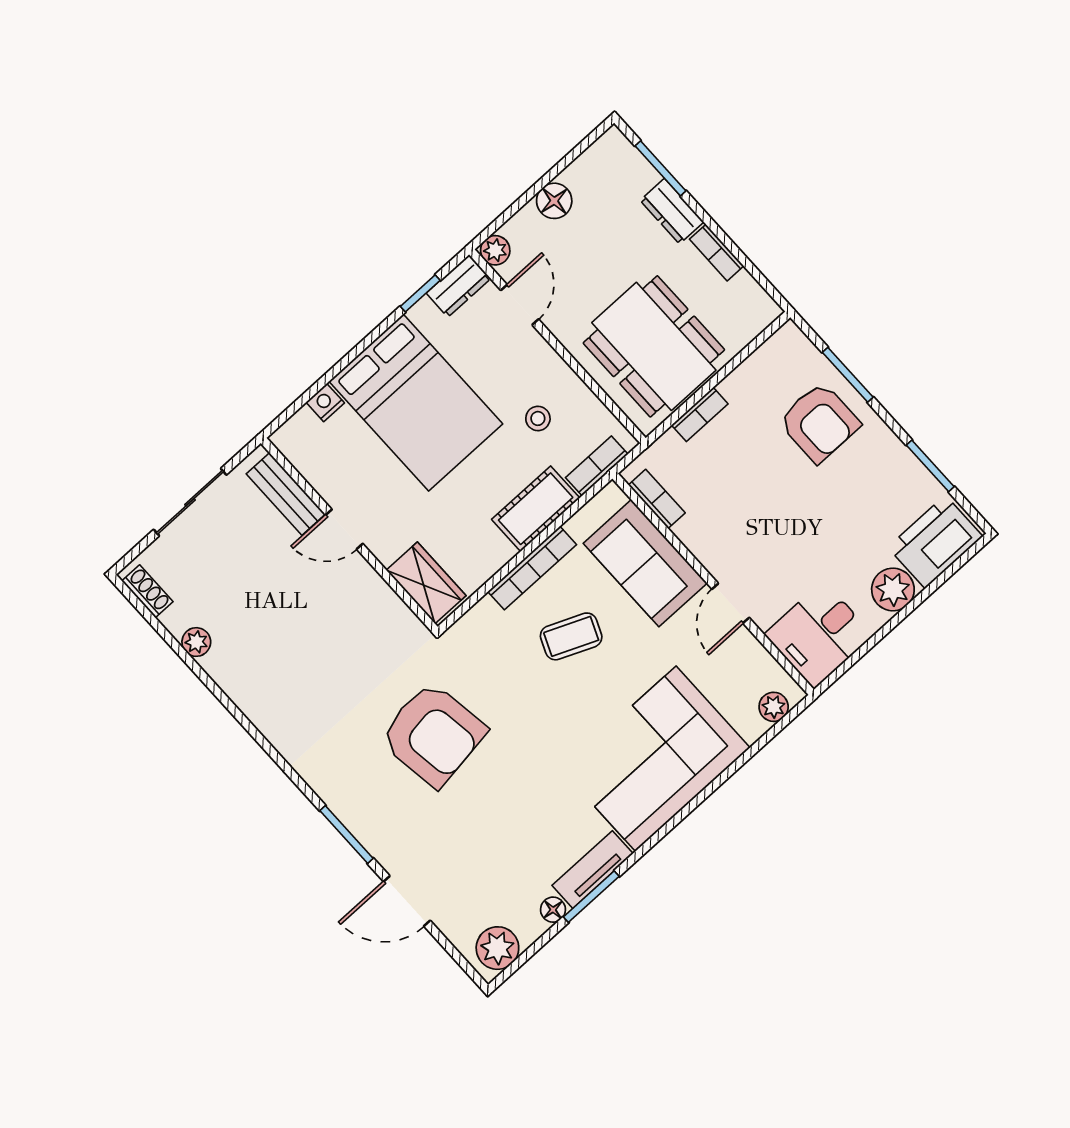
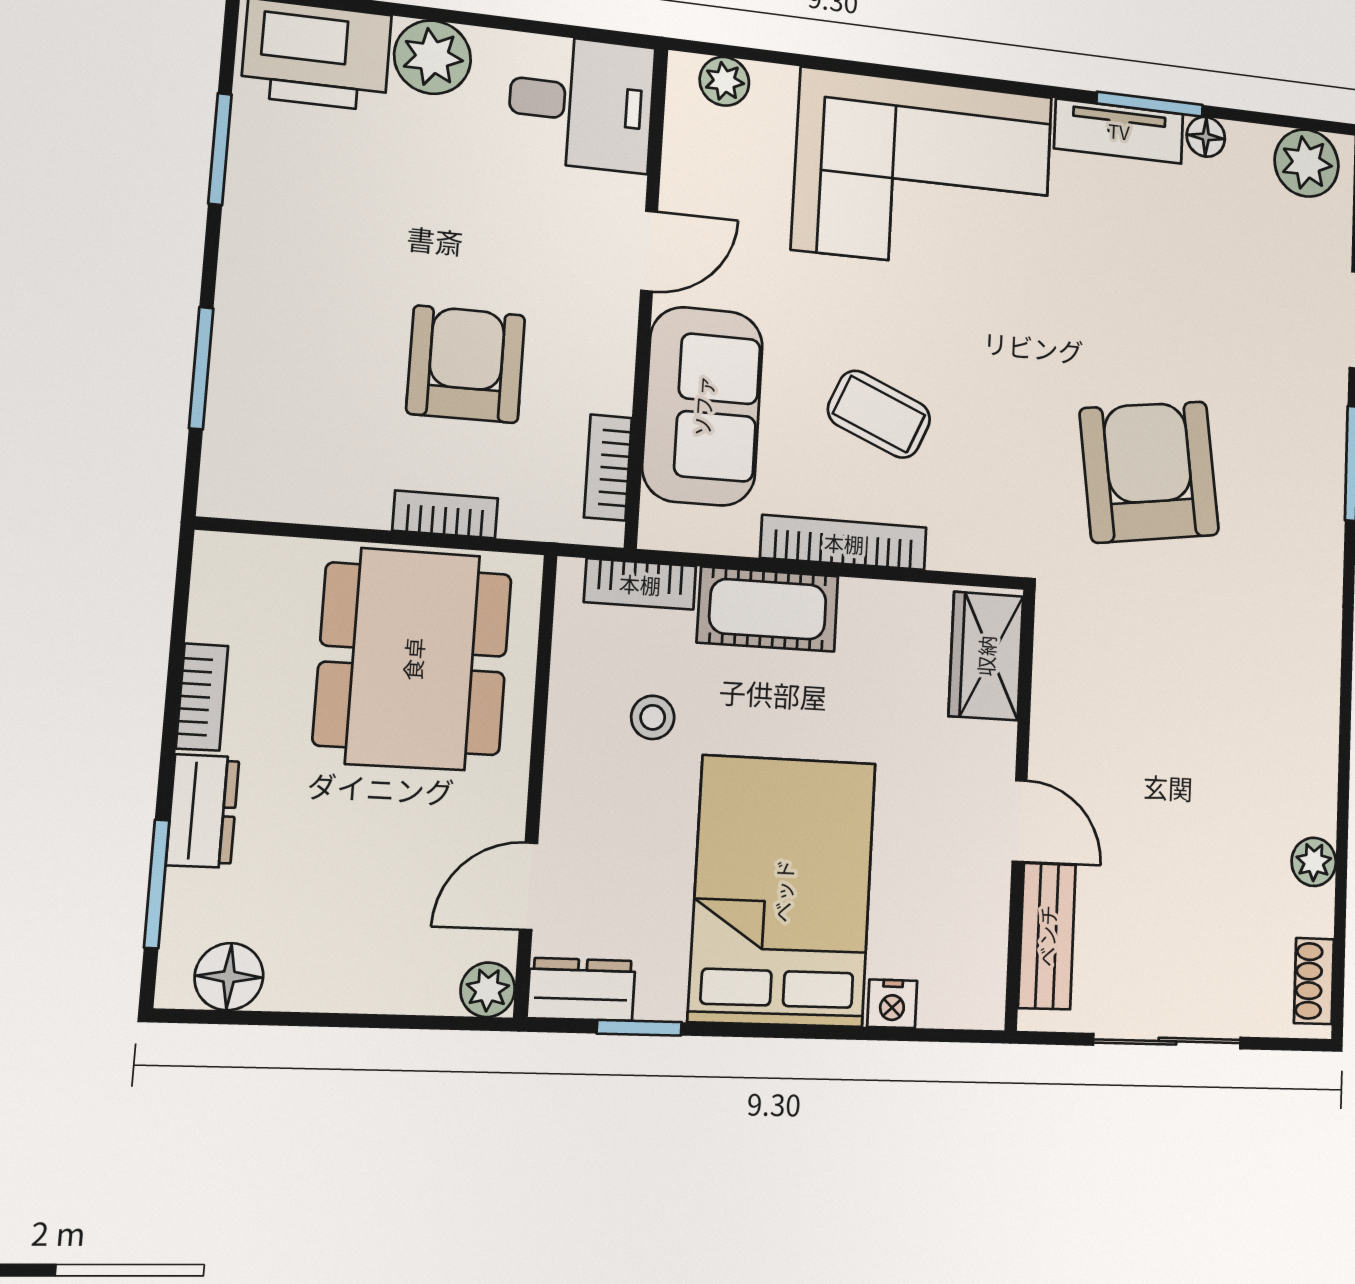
floor lamp: (554, 201) -> (229, 977), moved
armchair: (819, 422) -> (466, 364), moved

